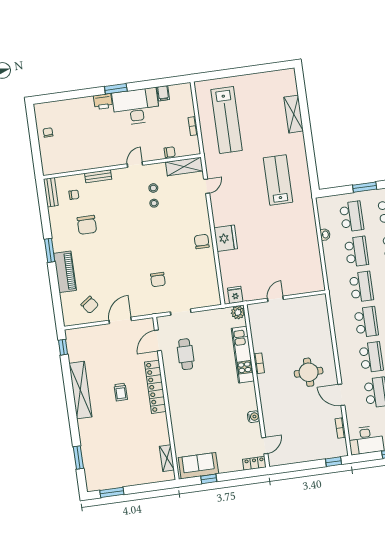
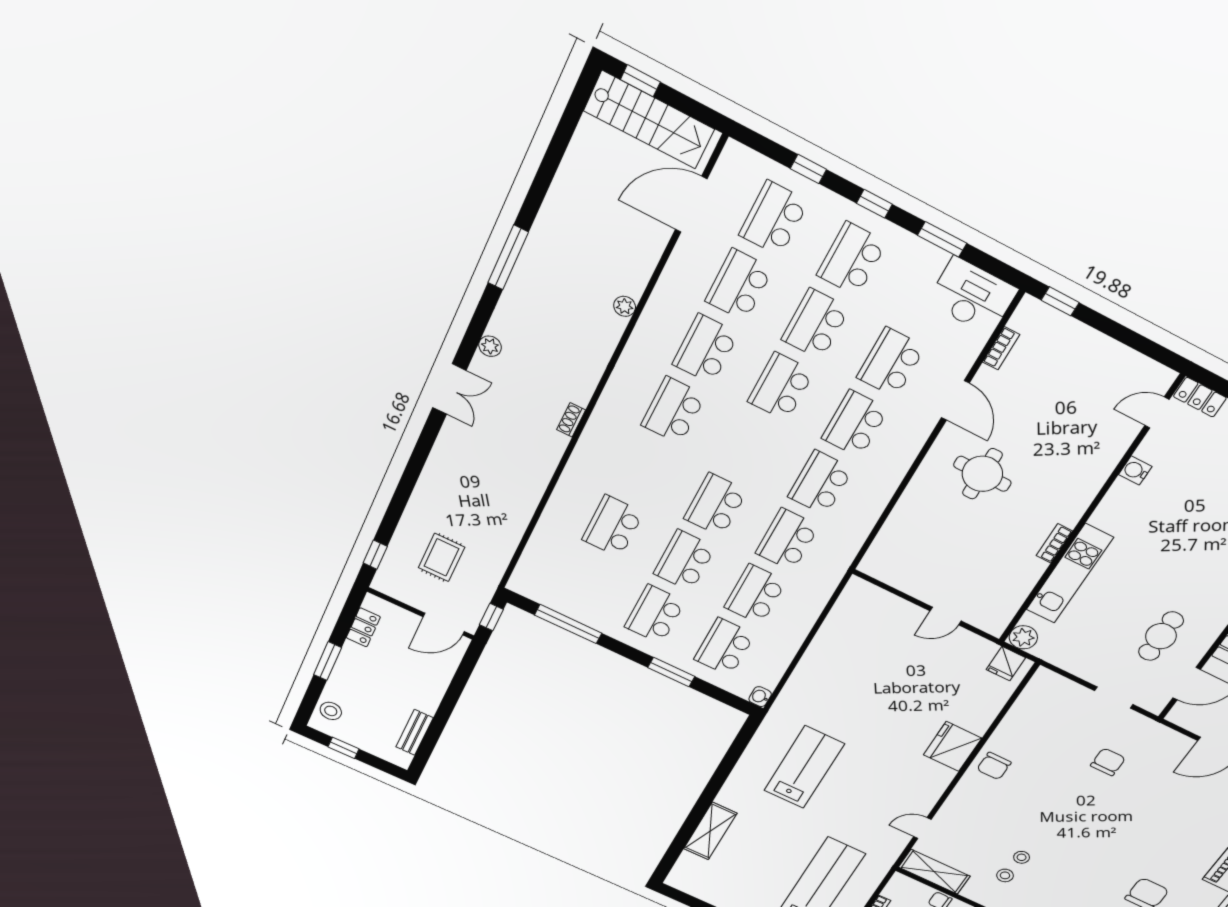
lab bench: (278, 180) -> (804, 767), turned 180
washbasin: (325, 235) -> (760, 697), moved

